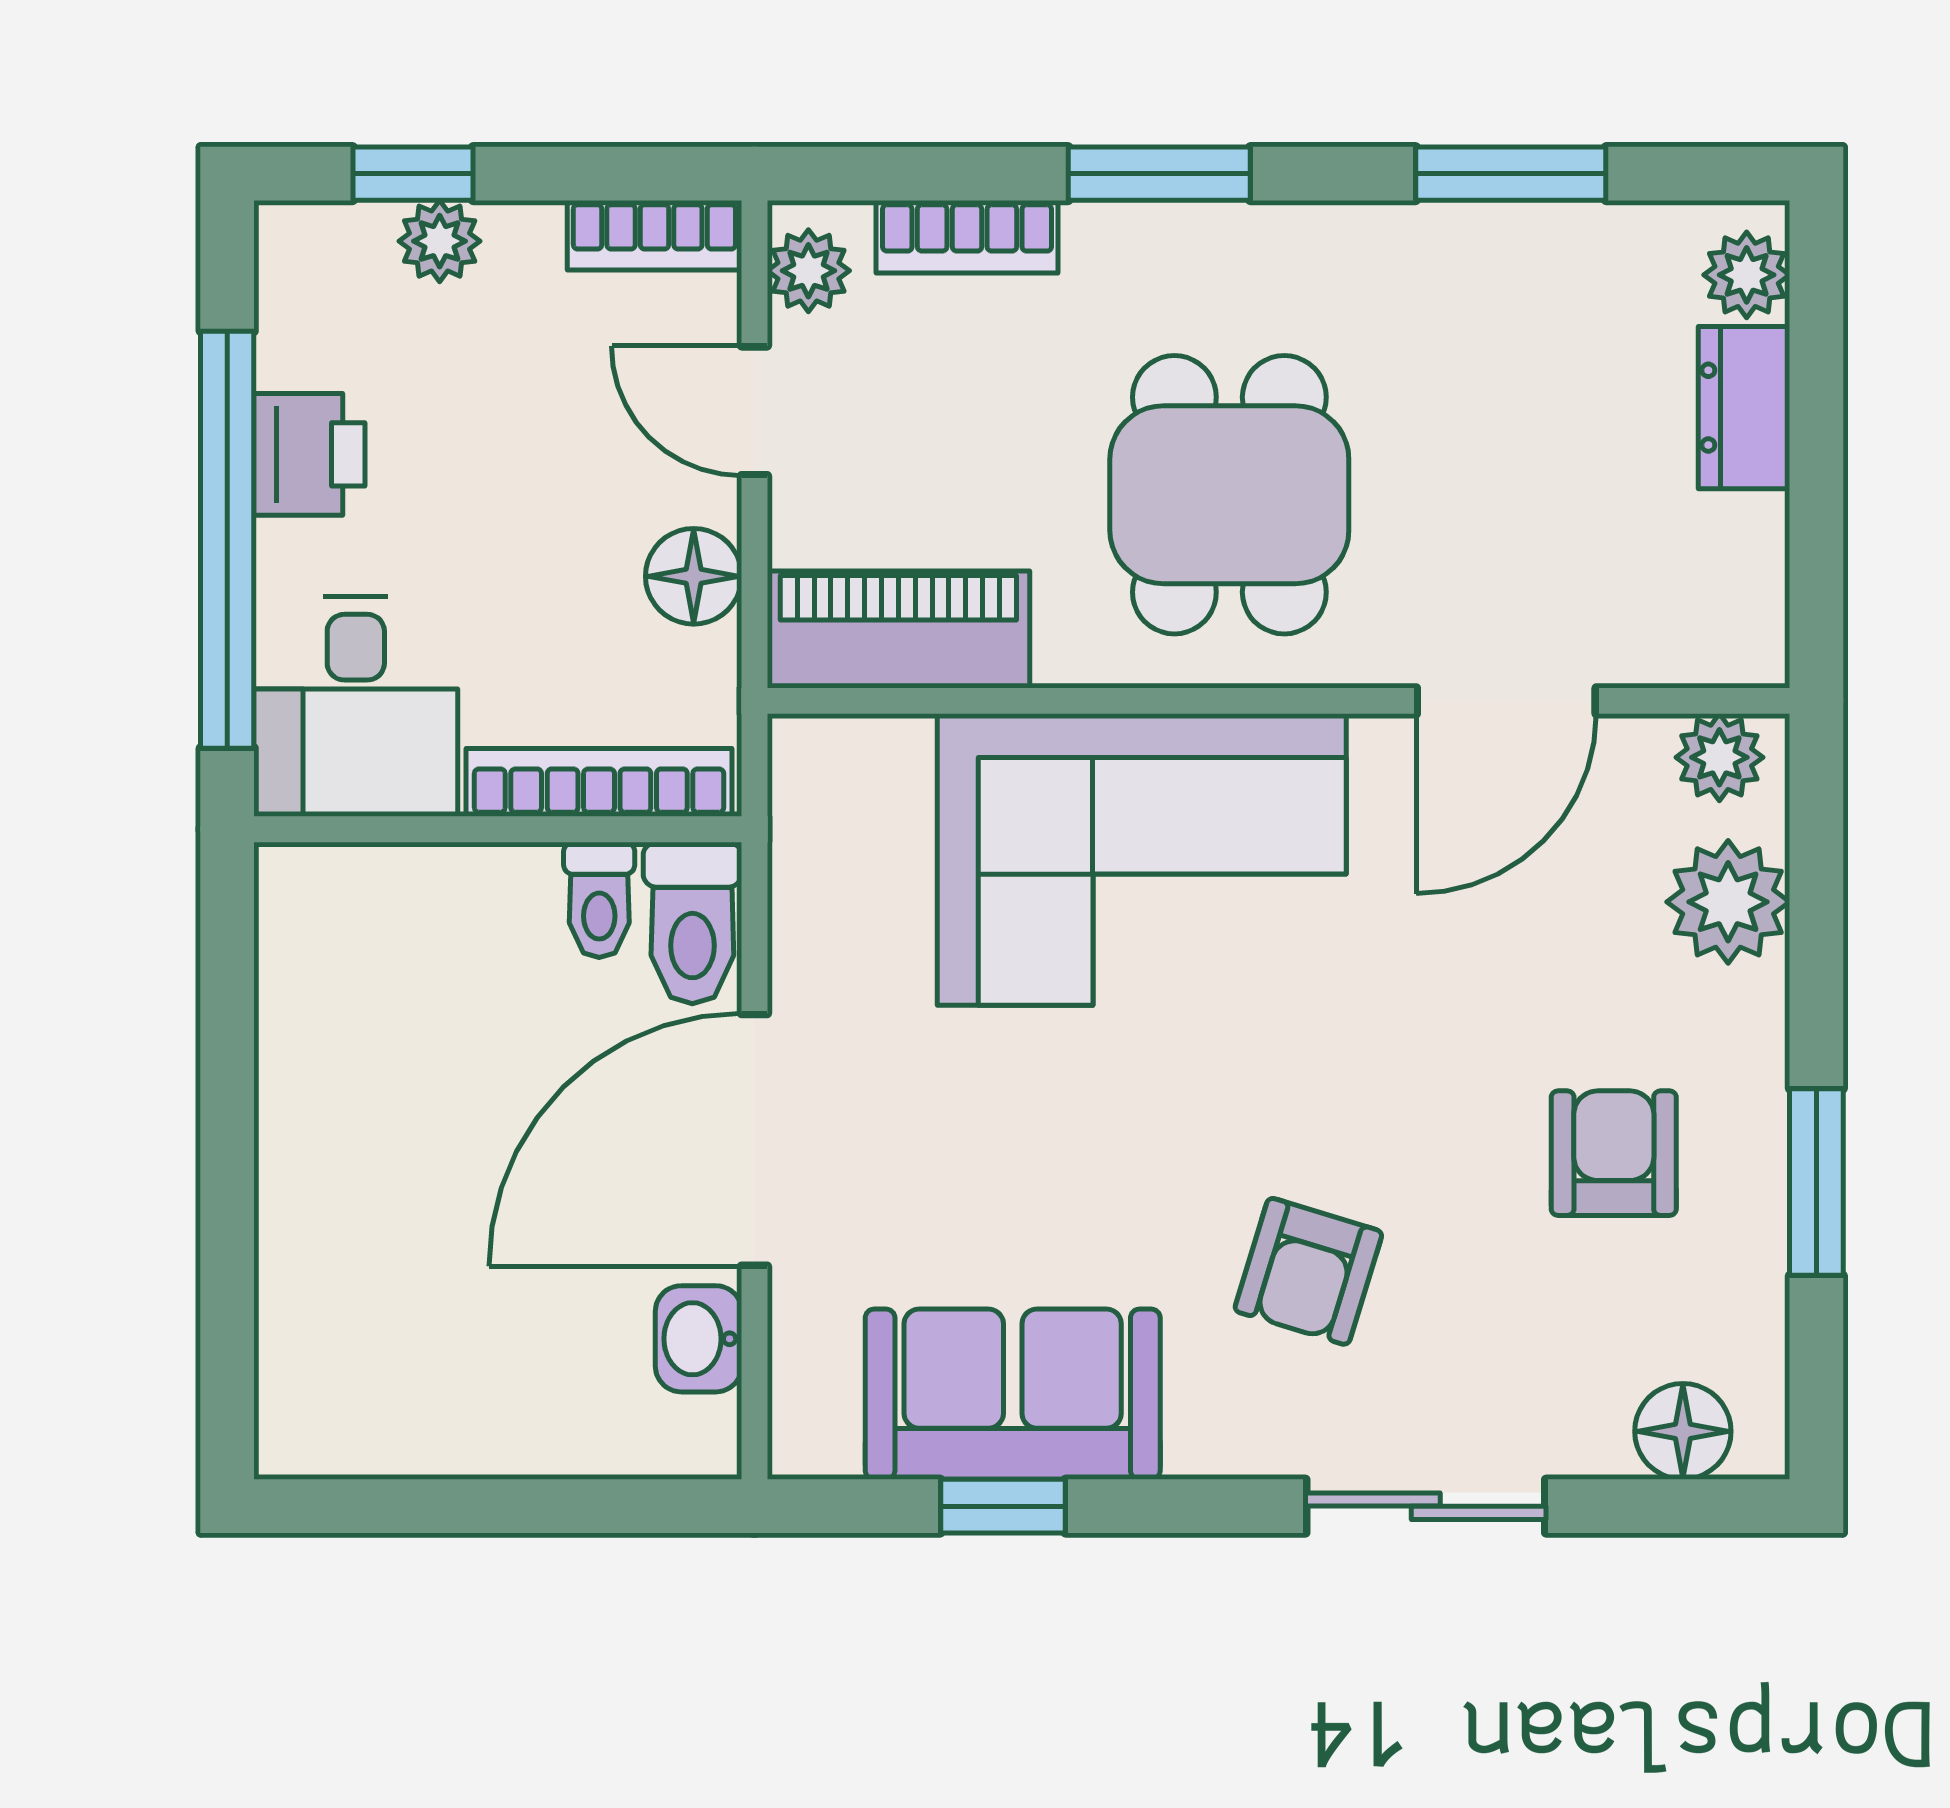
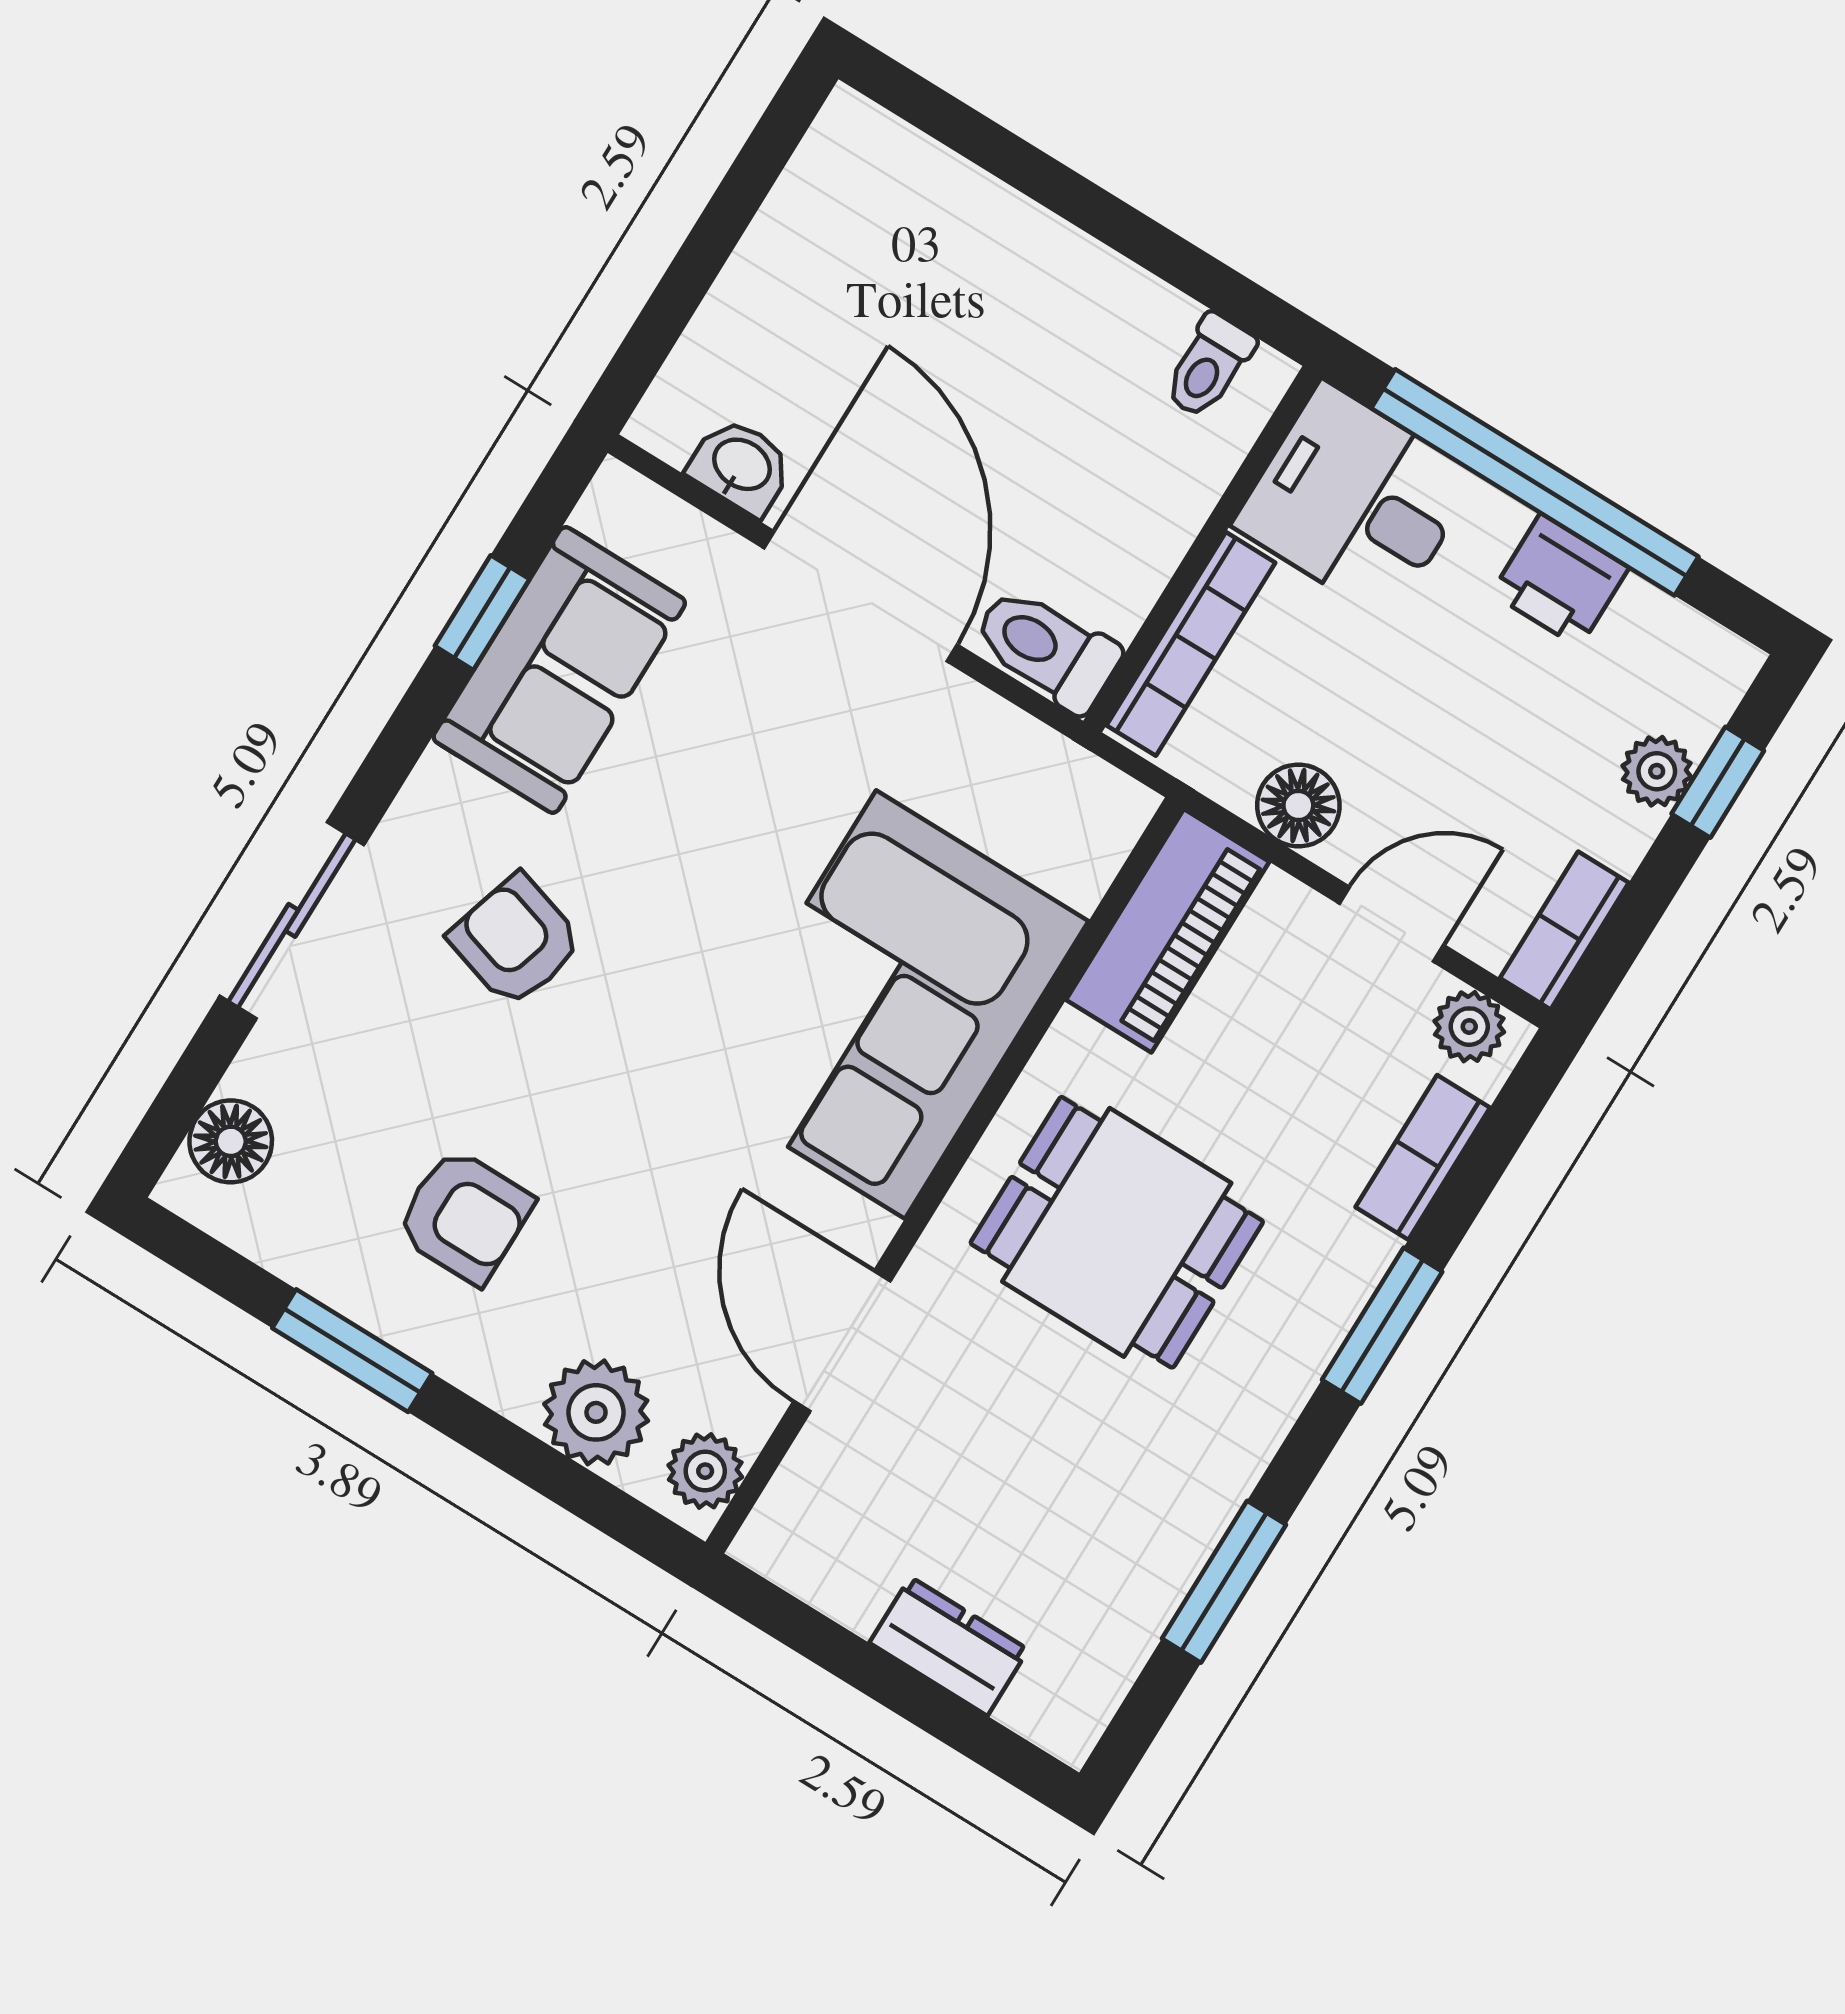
plant: (1747, 275) -> (1044, 1708), removed
toilet: (599, 900) -> (1209, 366), moved, turned -90

